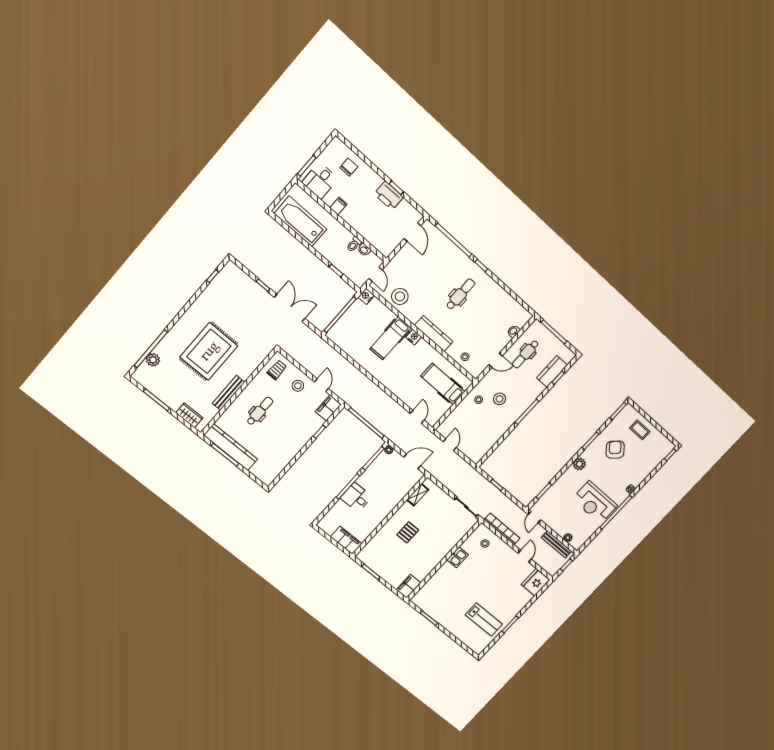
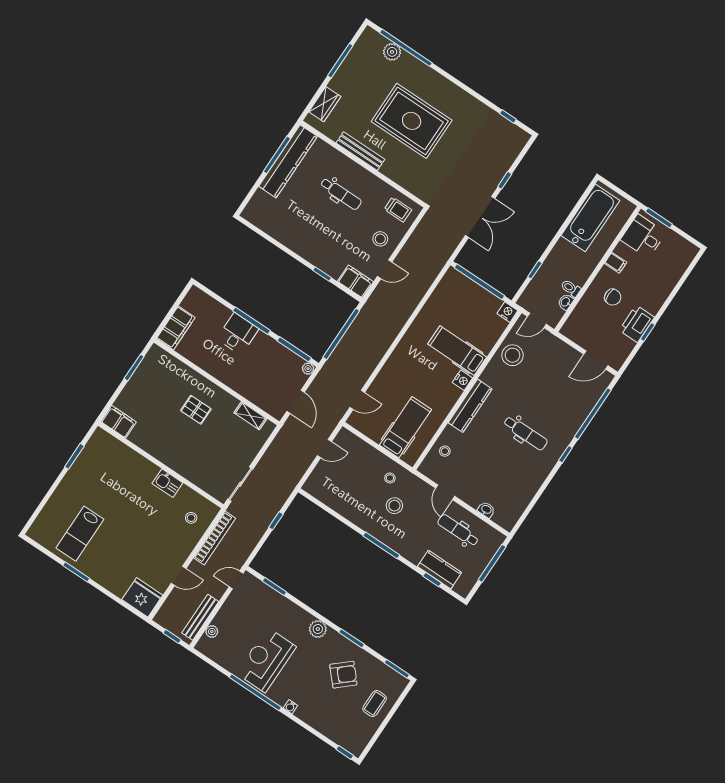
chair: (349, 167) -> (613, 297), moved

